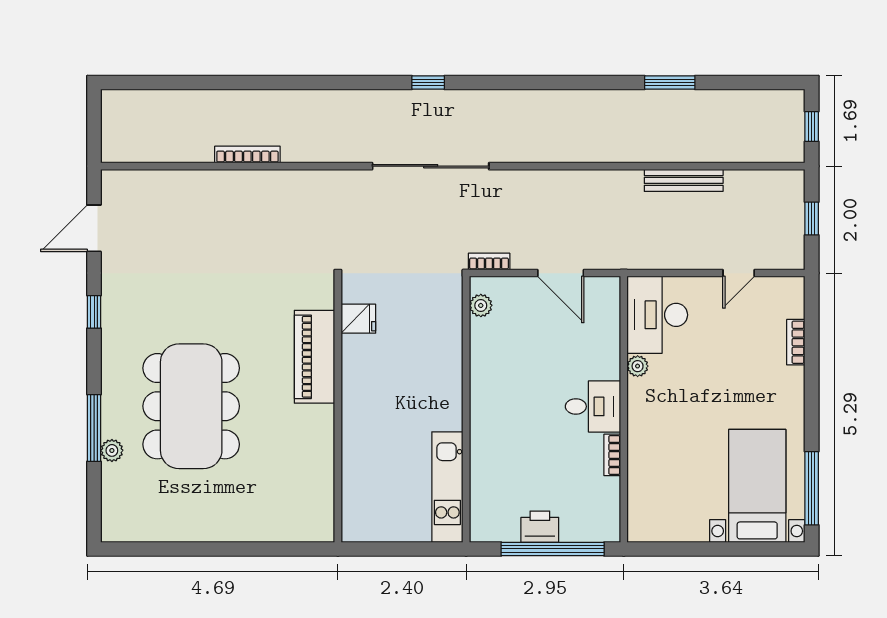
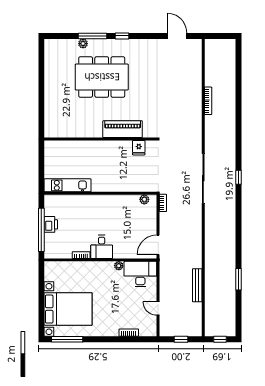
door: (561, 273) -> (158, 245), moved
window: (94, 312) -> (122, 36), moved
bed with nightstands: (757, 486) -> (68, 309), width x1.36

